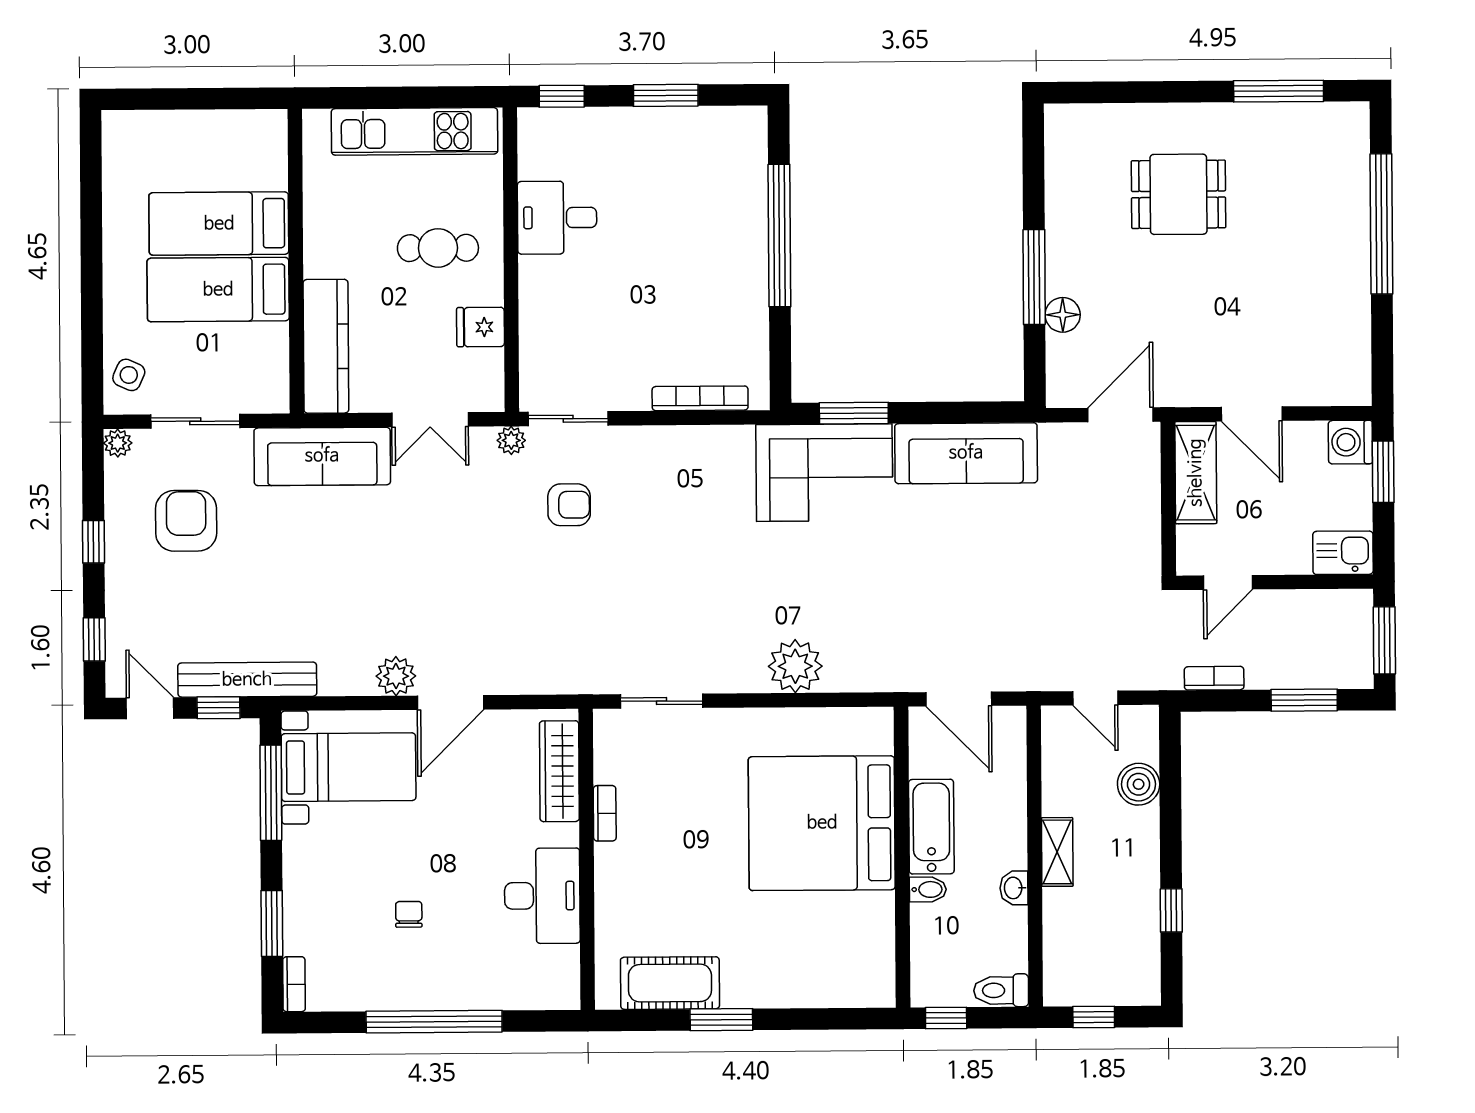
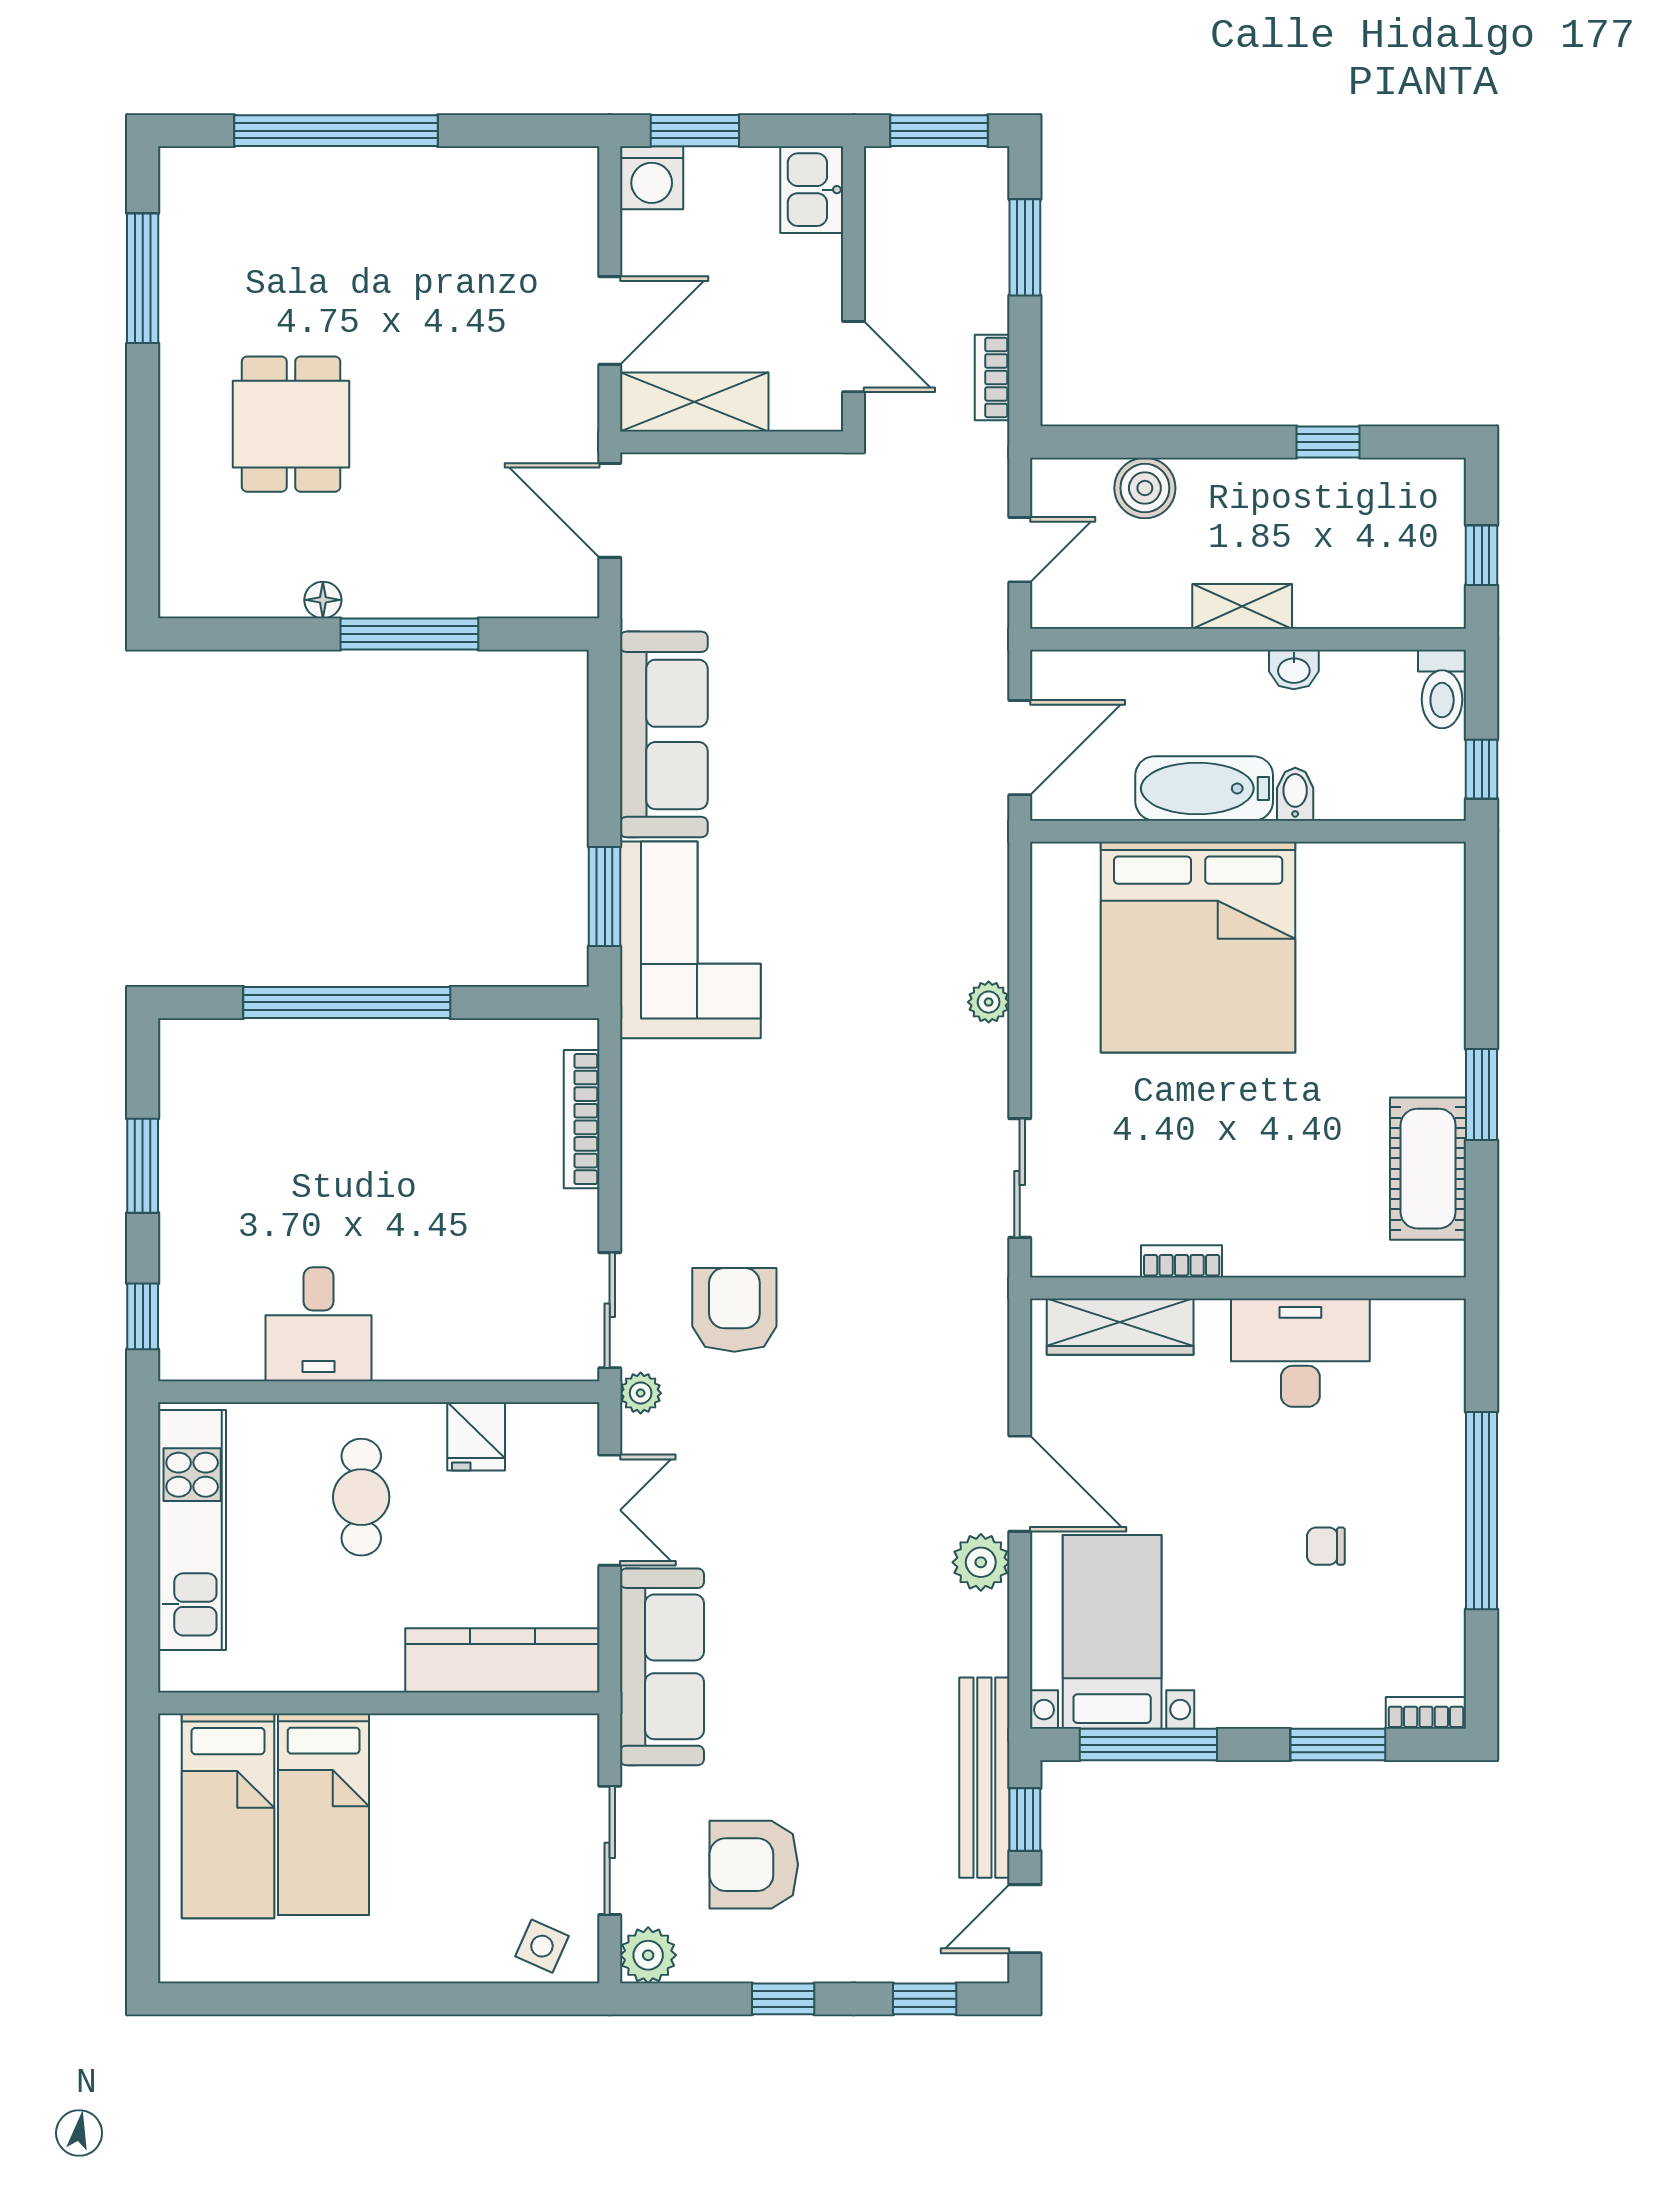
bed: (218, 290) -> (228, 1816), moved
floor lamp: (1063, 315) -> (323, 600), moved, width x0.73, depth x0.73
plant: (118, 443) -> (648, 1955), width x1.38, depth x1.38
armchair: (569, 505) -> (734, 1310), width x1.38, depth x1.38
plant: (795, 666) -> (989, 1002), width x0.53, depth x0.53

